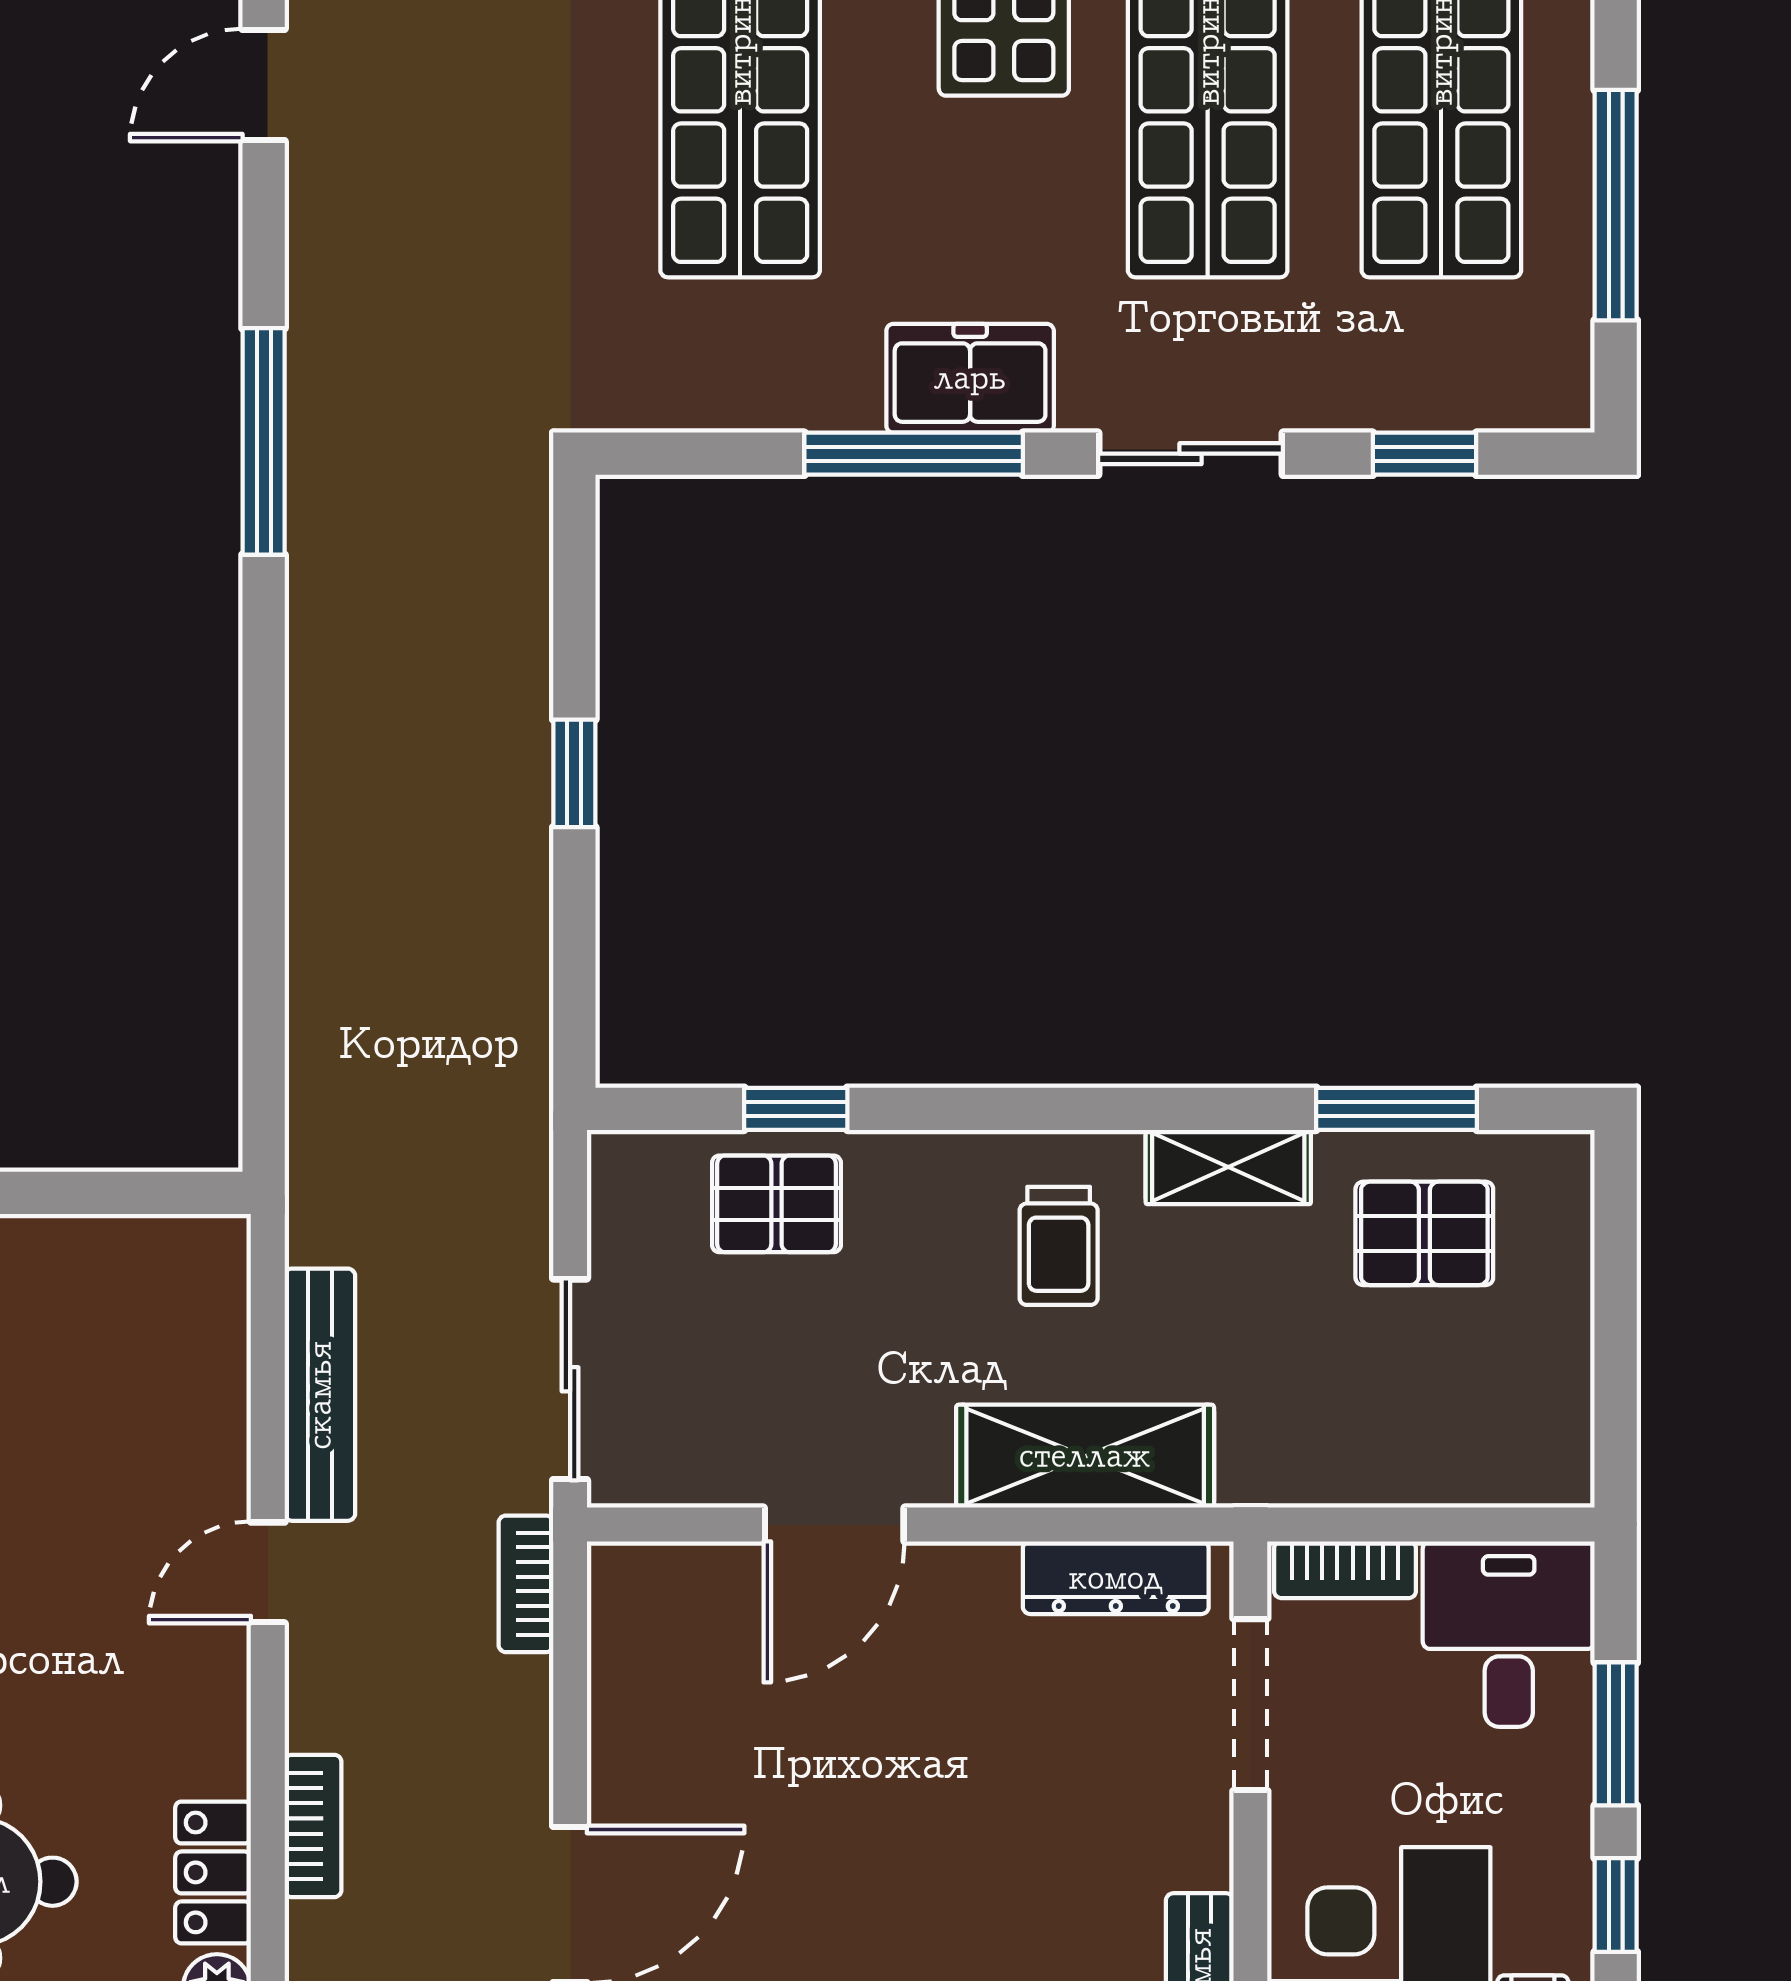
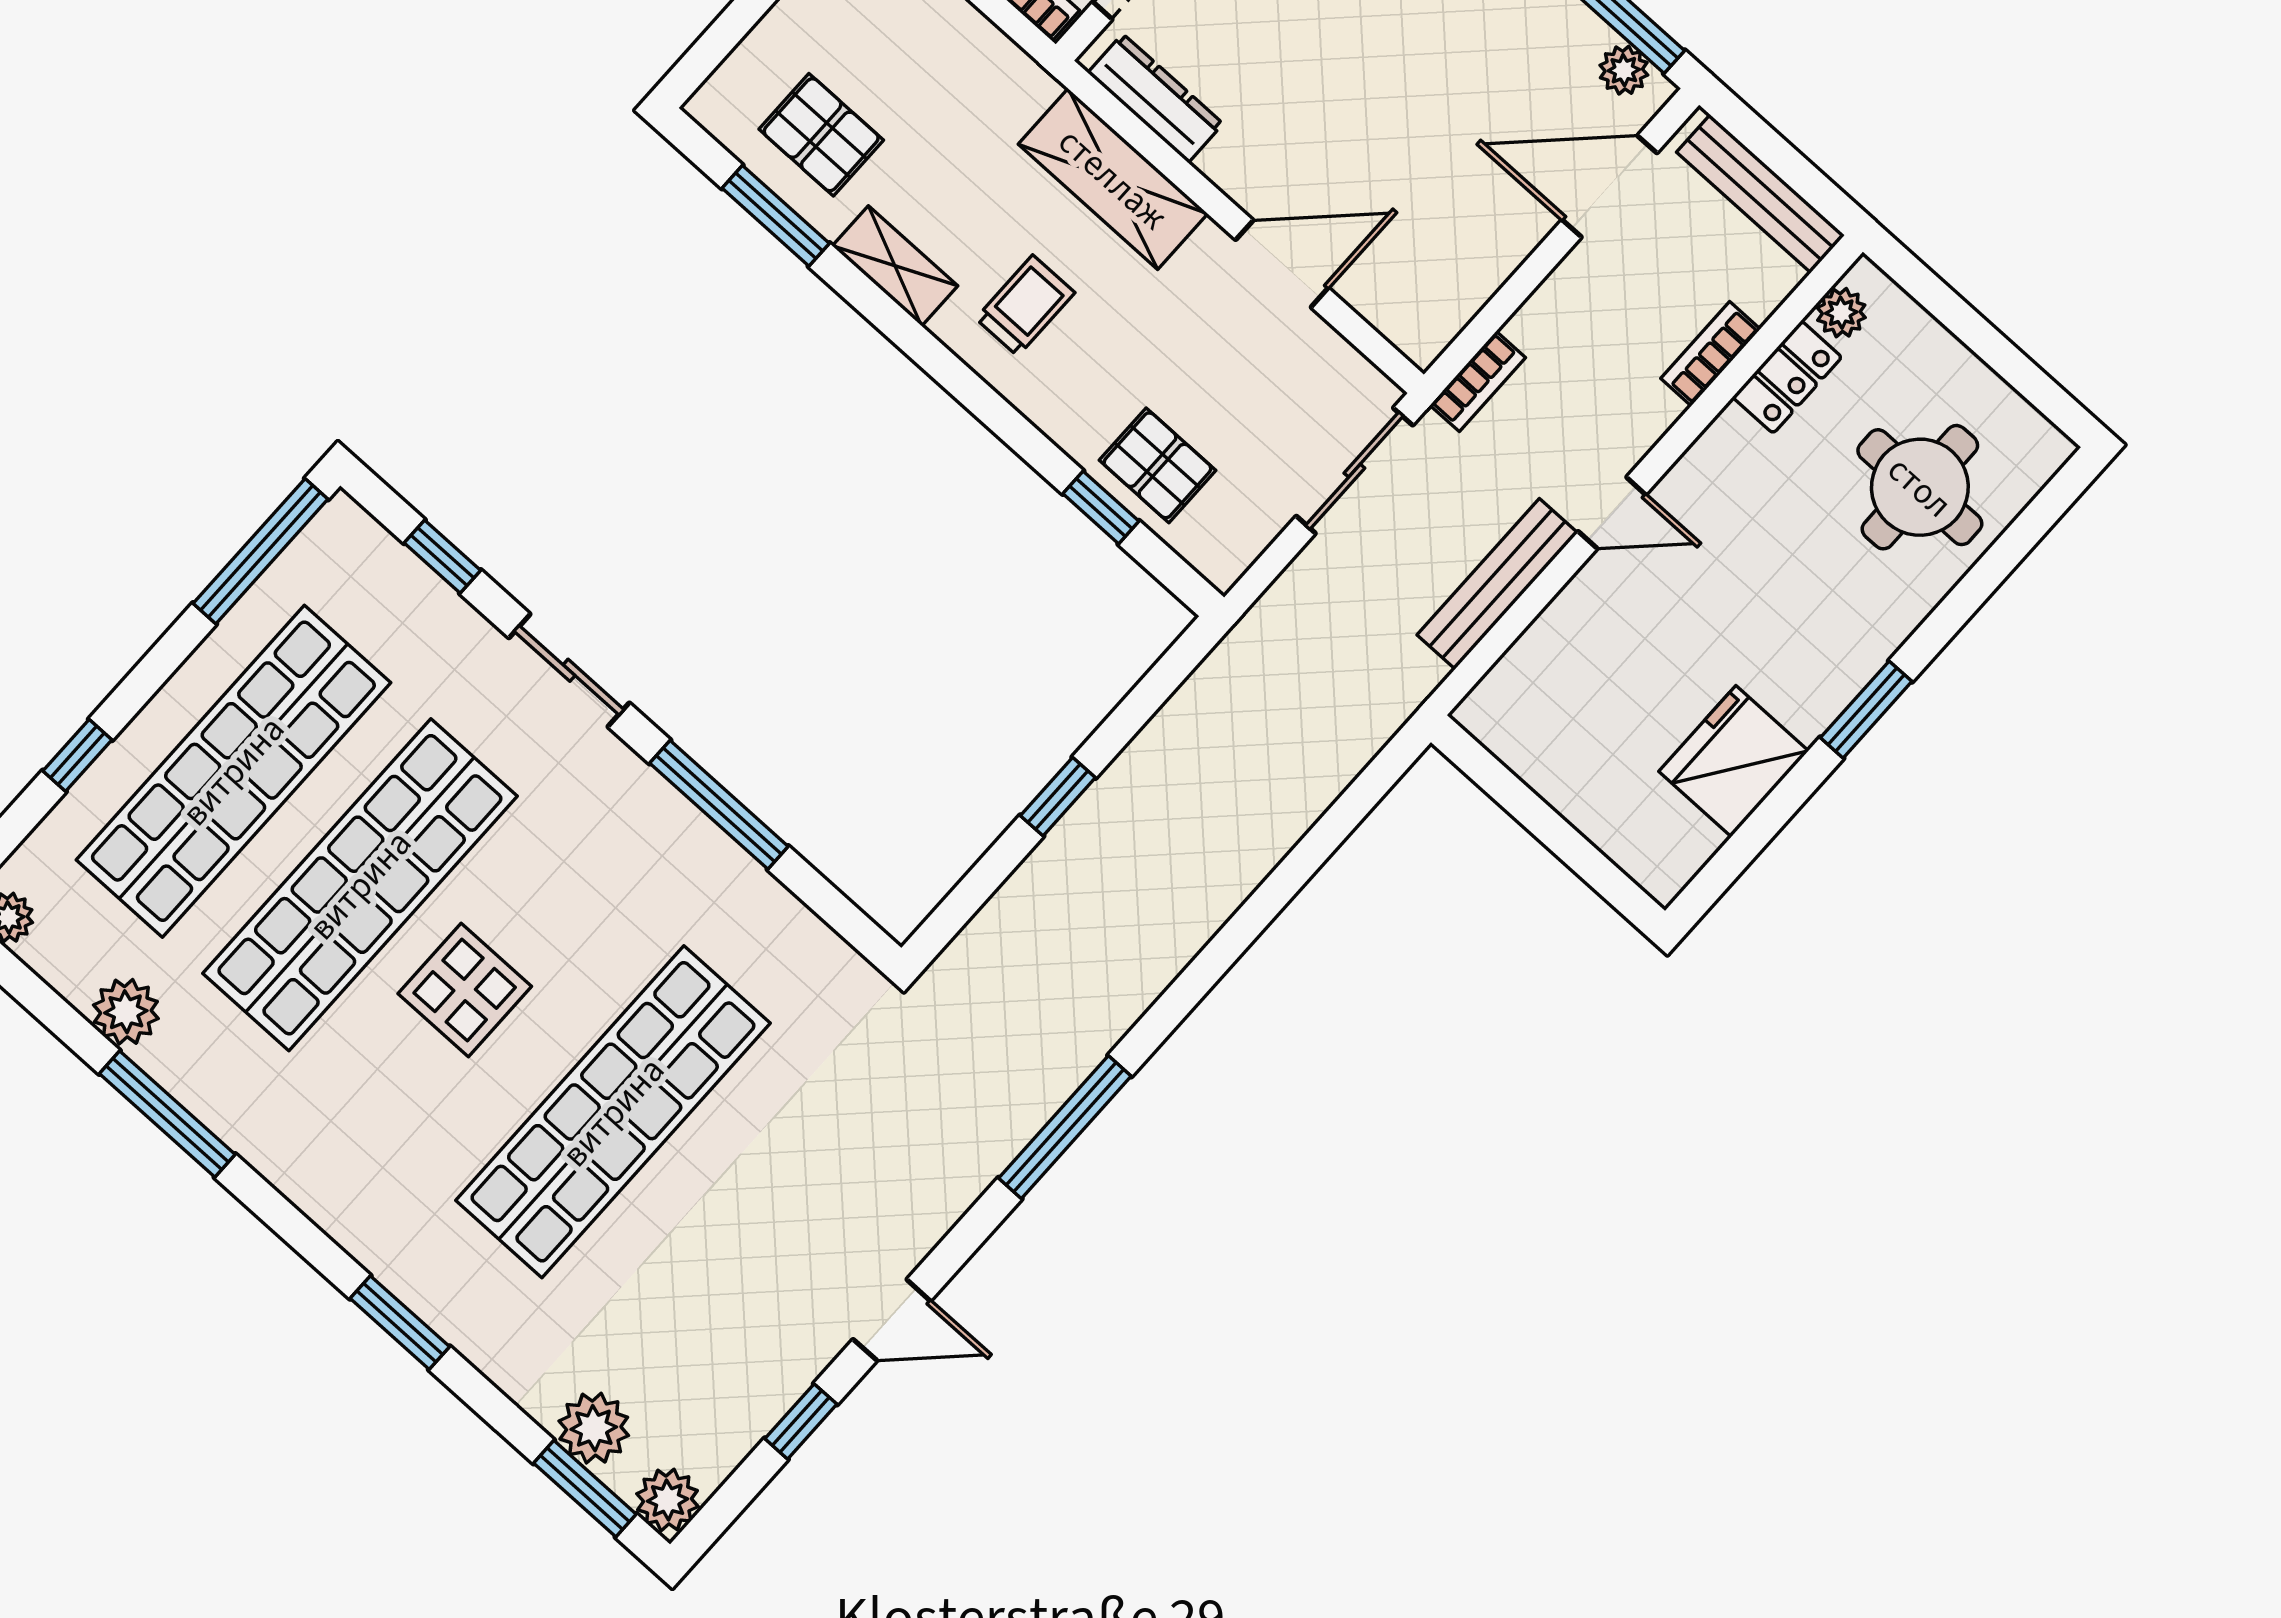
window: (1616, 205) -> (260, 551), moved
freezer: (970, 378) -> (652, 818), removed

